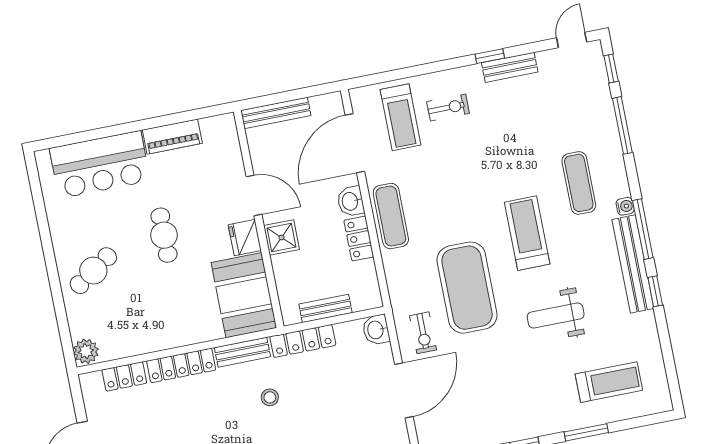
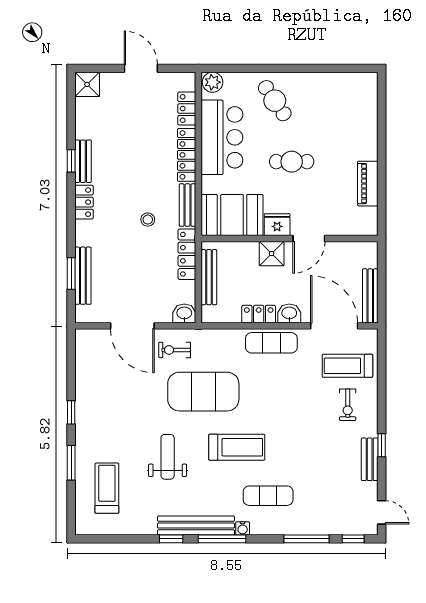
bench: (276, 113) -> (370, 296), moved
bar counter: (100, 165) -> (222, 137), moved, turned 180
bench: (326, 308) -> (209, 277), width x1.36
treadmill: (609, 382) -> (107, 488), turned 180

